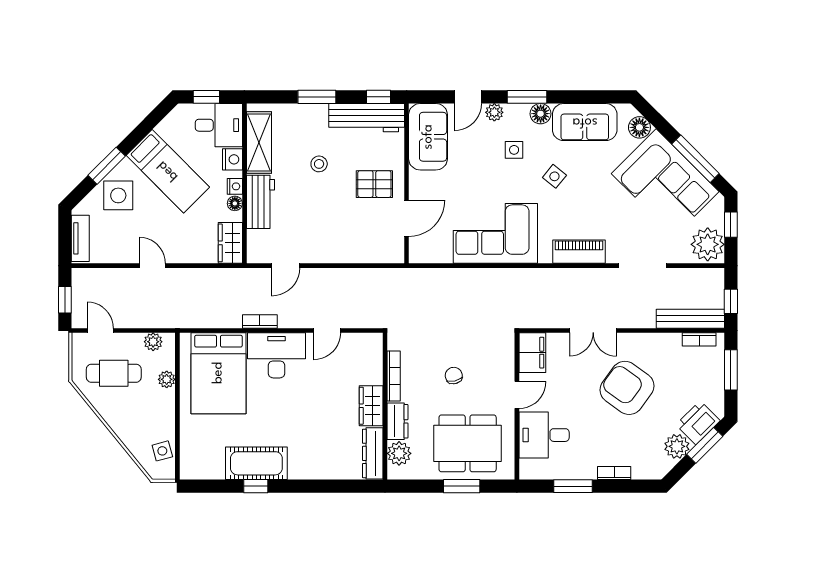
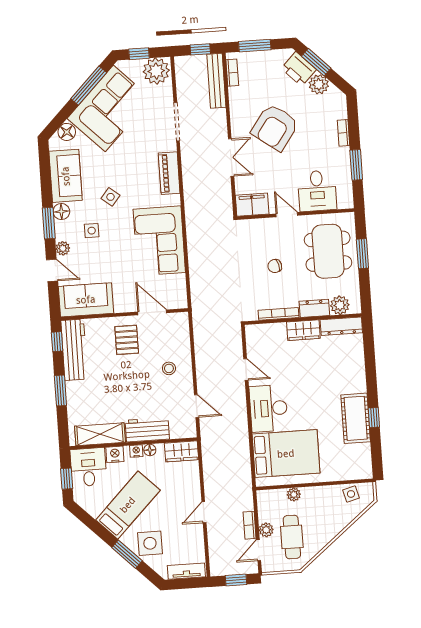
stool: (319, 164) -> (169, 368), moved
bookcase: (260, 321) -> (250, 525), moved
plant: (153, 342) -> (266, 530), moved

